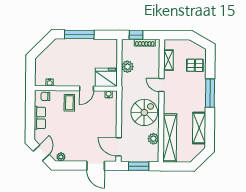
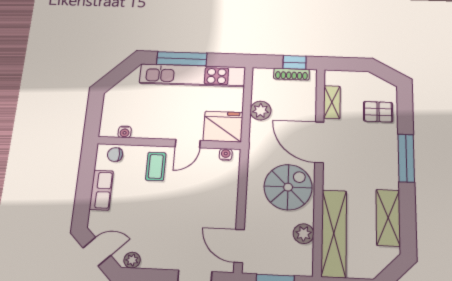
window: (136, 35) -> (295, 62), moved
kitchen unit: (86, 45) -> (192, 75), added
door: (161, 85) -> (319, 142), width x1.87
door: (41, 153) -> (97, 252), hinge flipped

